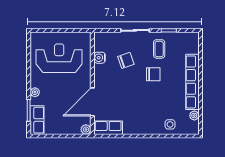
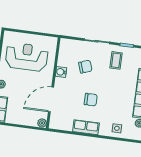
water cooler: (100, 58) -> (61, 72), moved
chair: (153, 74) -> (91, 100), moved
row of seats: (108, 128) -> (86, 127), moved

